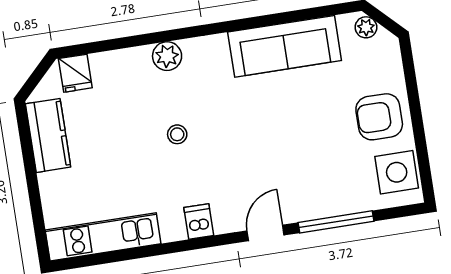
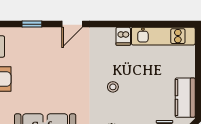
dishwasher: (199, 221) -> (123, 36), moved
window: (336, 222) -> (32, 24), width x0.46

